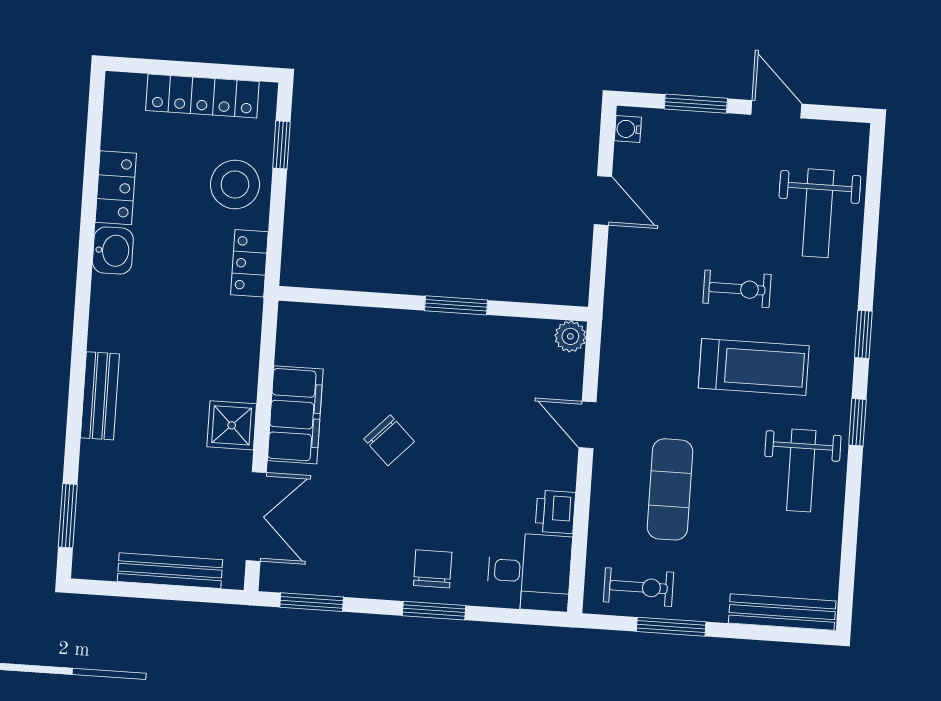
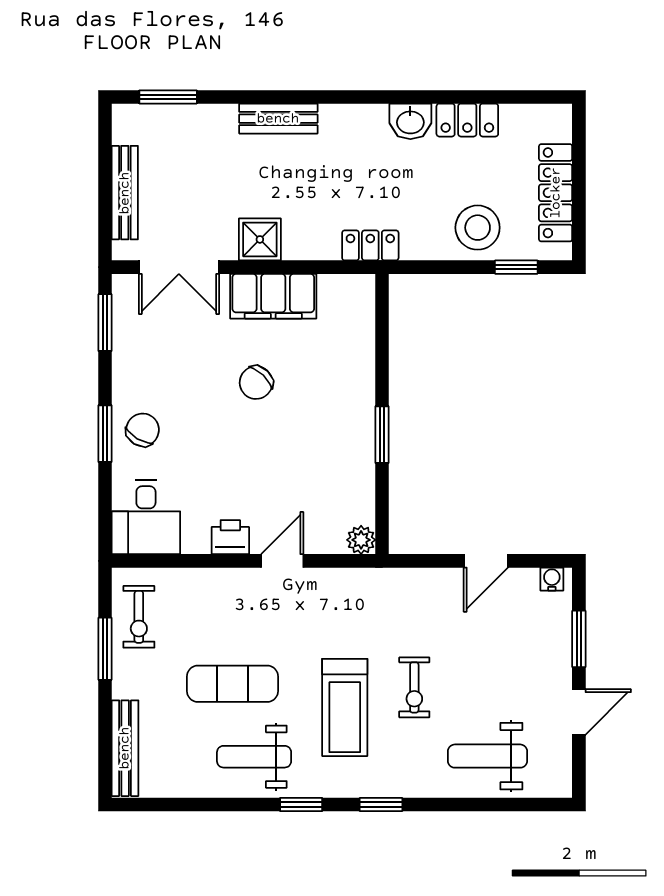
locker: (249, 263) -> (370, 245), moved
exercise mat: (670, 489) -> (233, 684), moved
printer: (555, 512) -> (230, 537), moved
chair: (433, 569) -> (143, 430), turned -59

